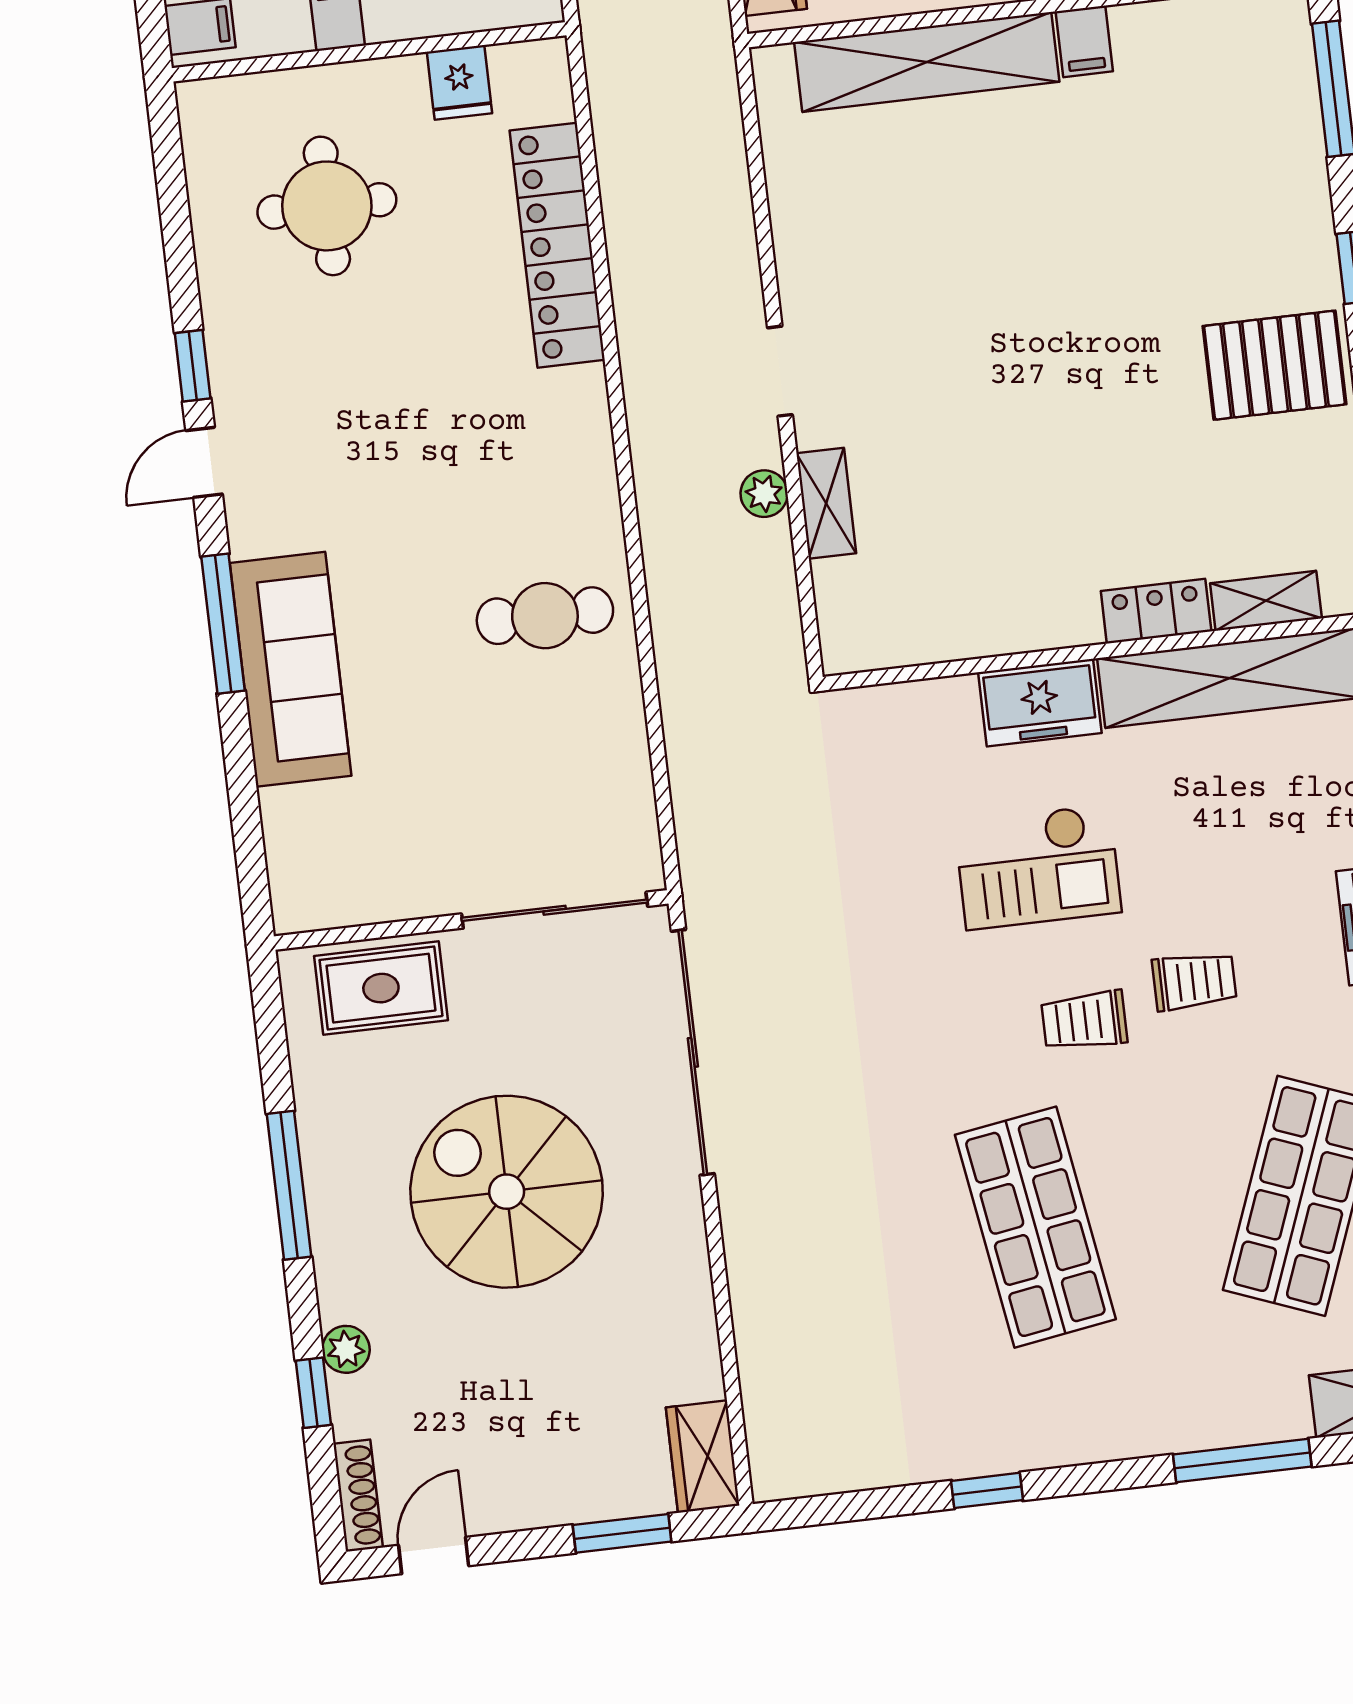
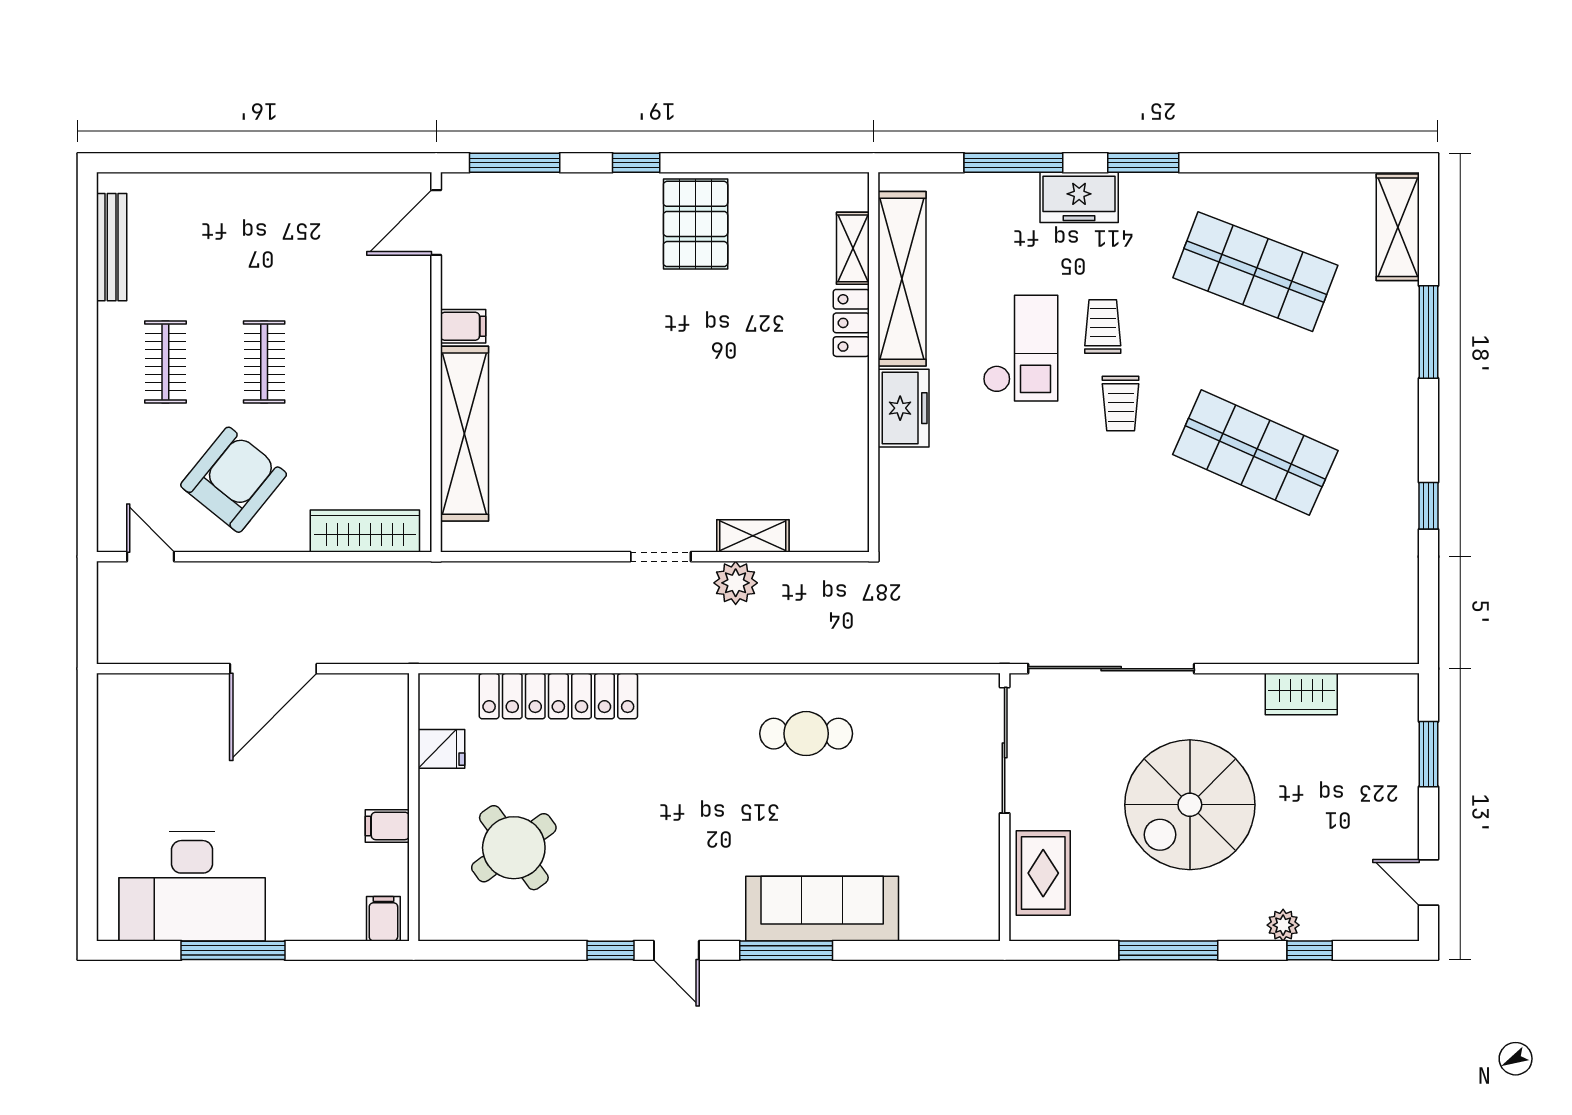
round table: (327, 206) -> (514, 848), turned -36
plant: (764, 494) -> (736, 583), width x1.38, depth x1.38
cafe table: (545, 616) -> (806, 734), turned 90
checkout: (1038, 867) -> (1021, 348), moved
shop shelf: (1035, 1227) -> (1255, 452), turned 33
wardrobe: (703, 1457) -> (1301, 694), moved
shoe rack: (358, 1496) -> (1382, 928), removed

